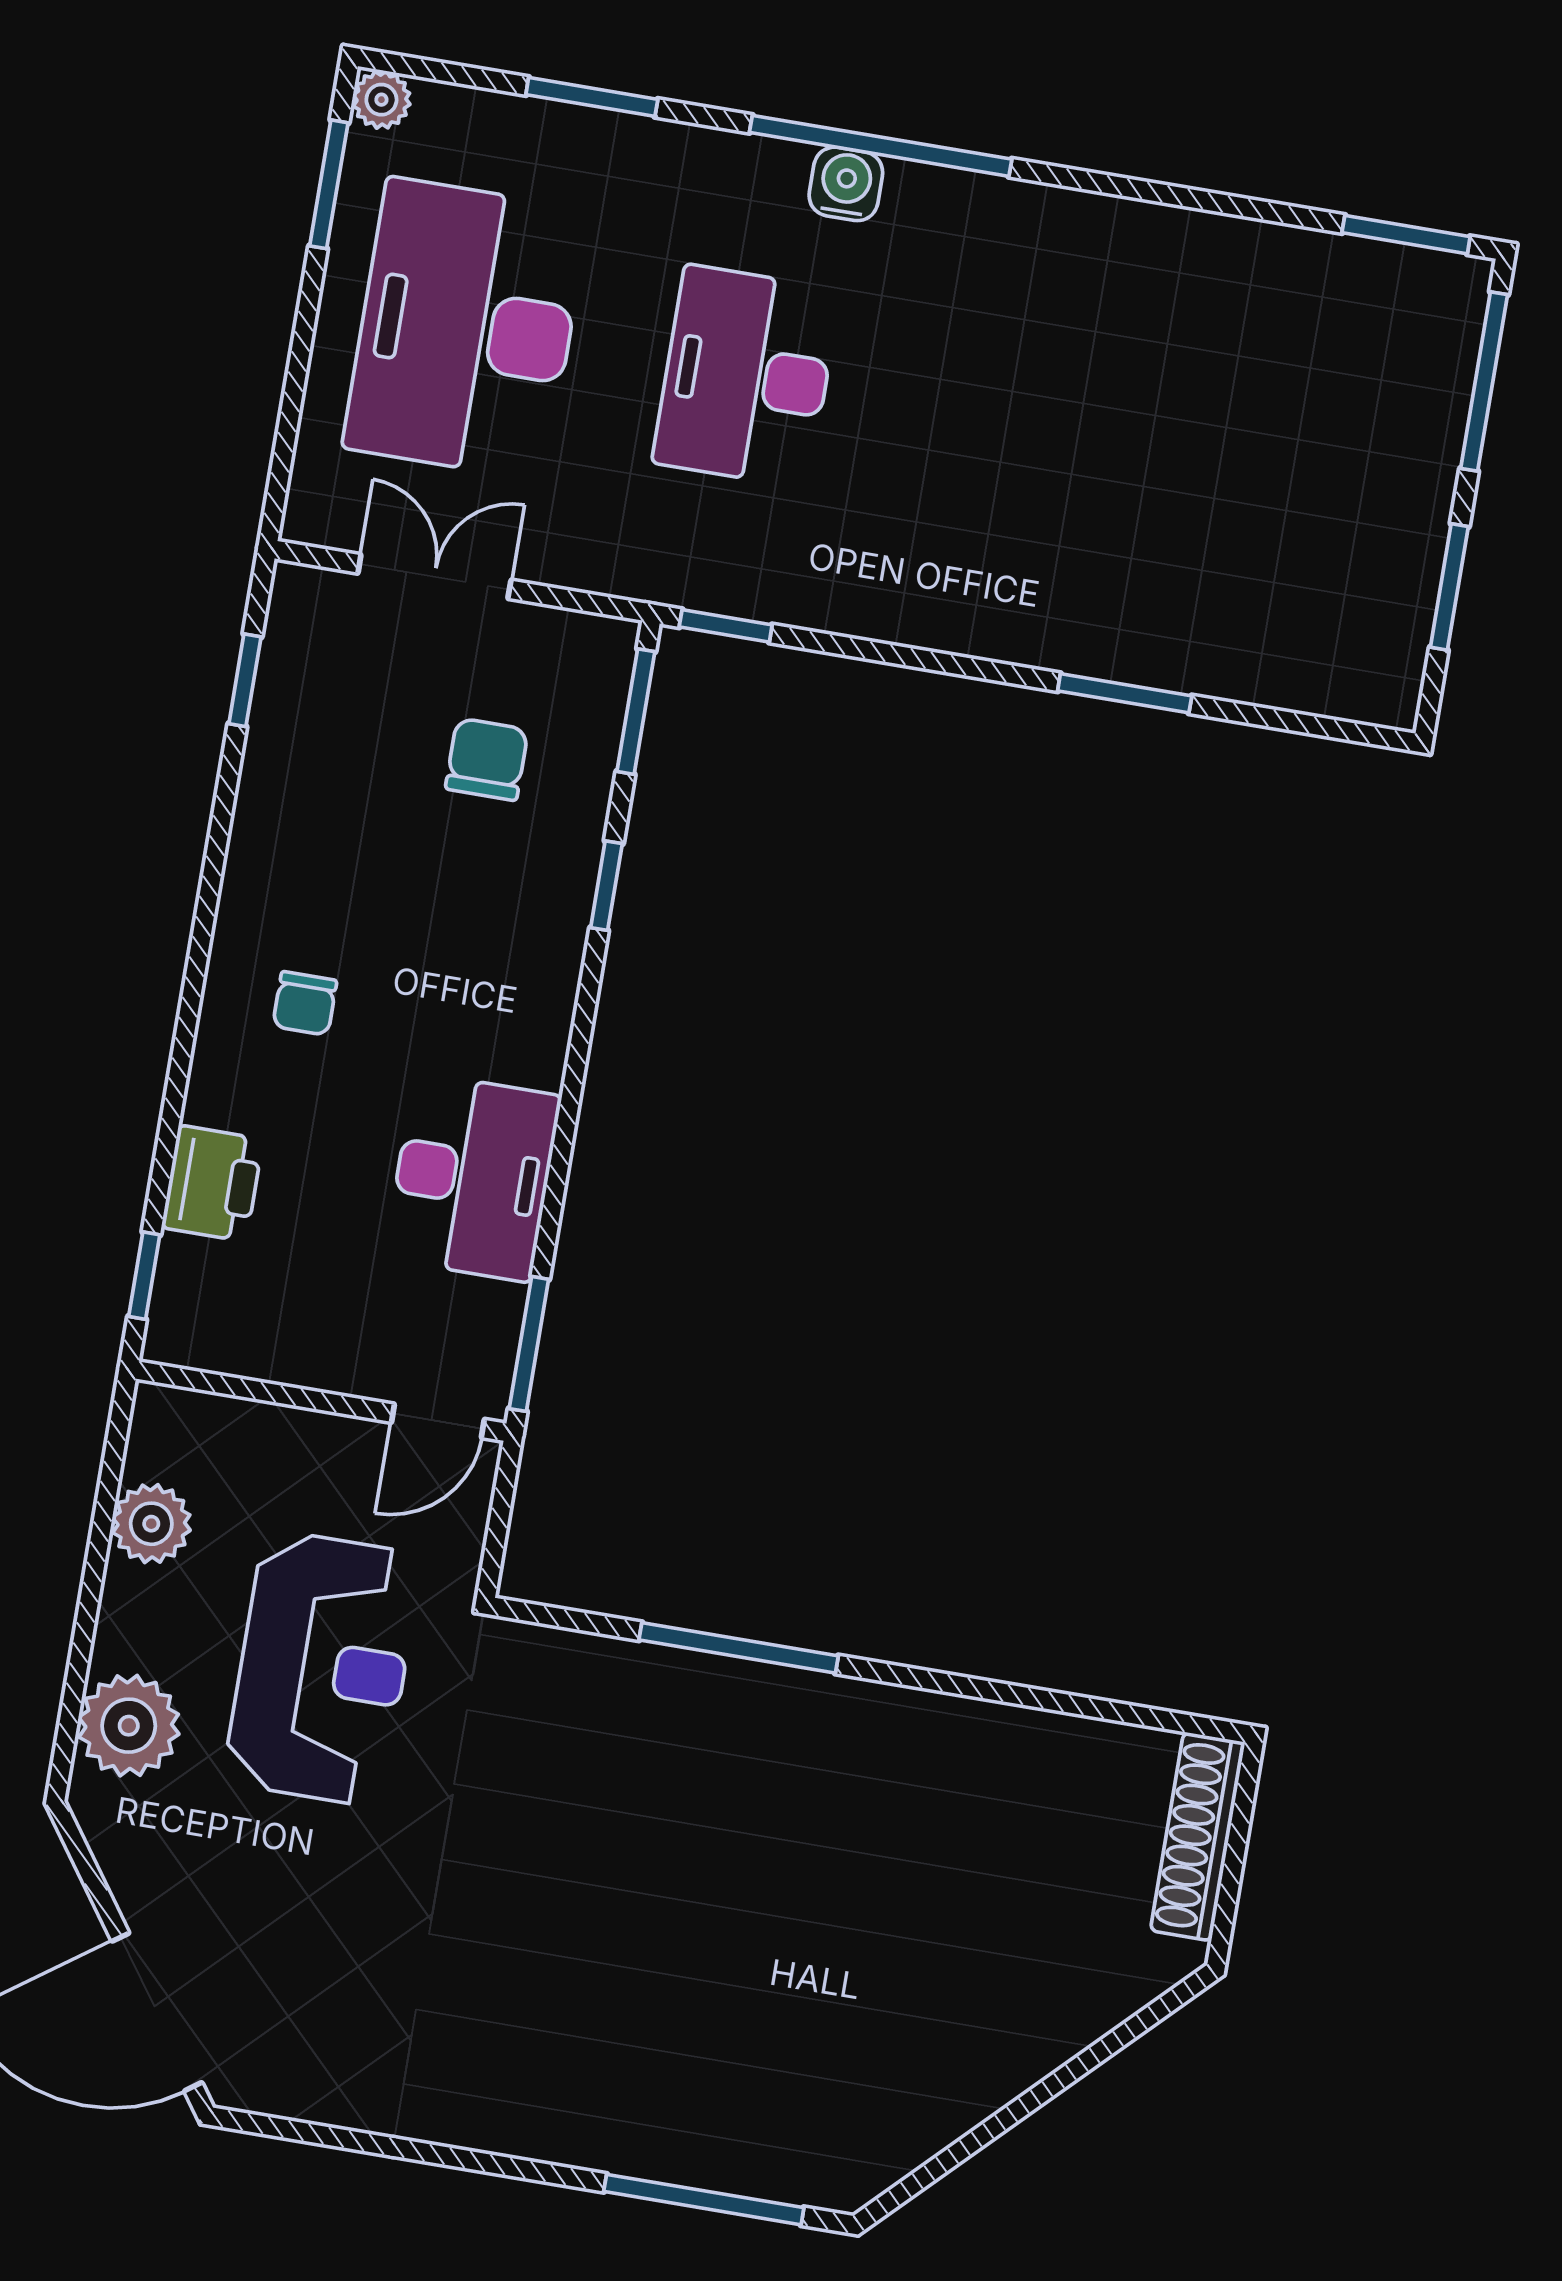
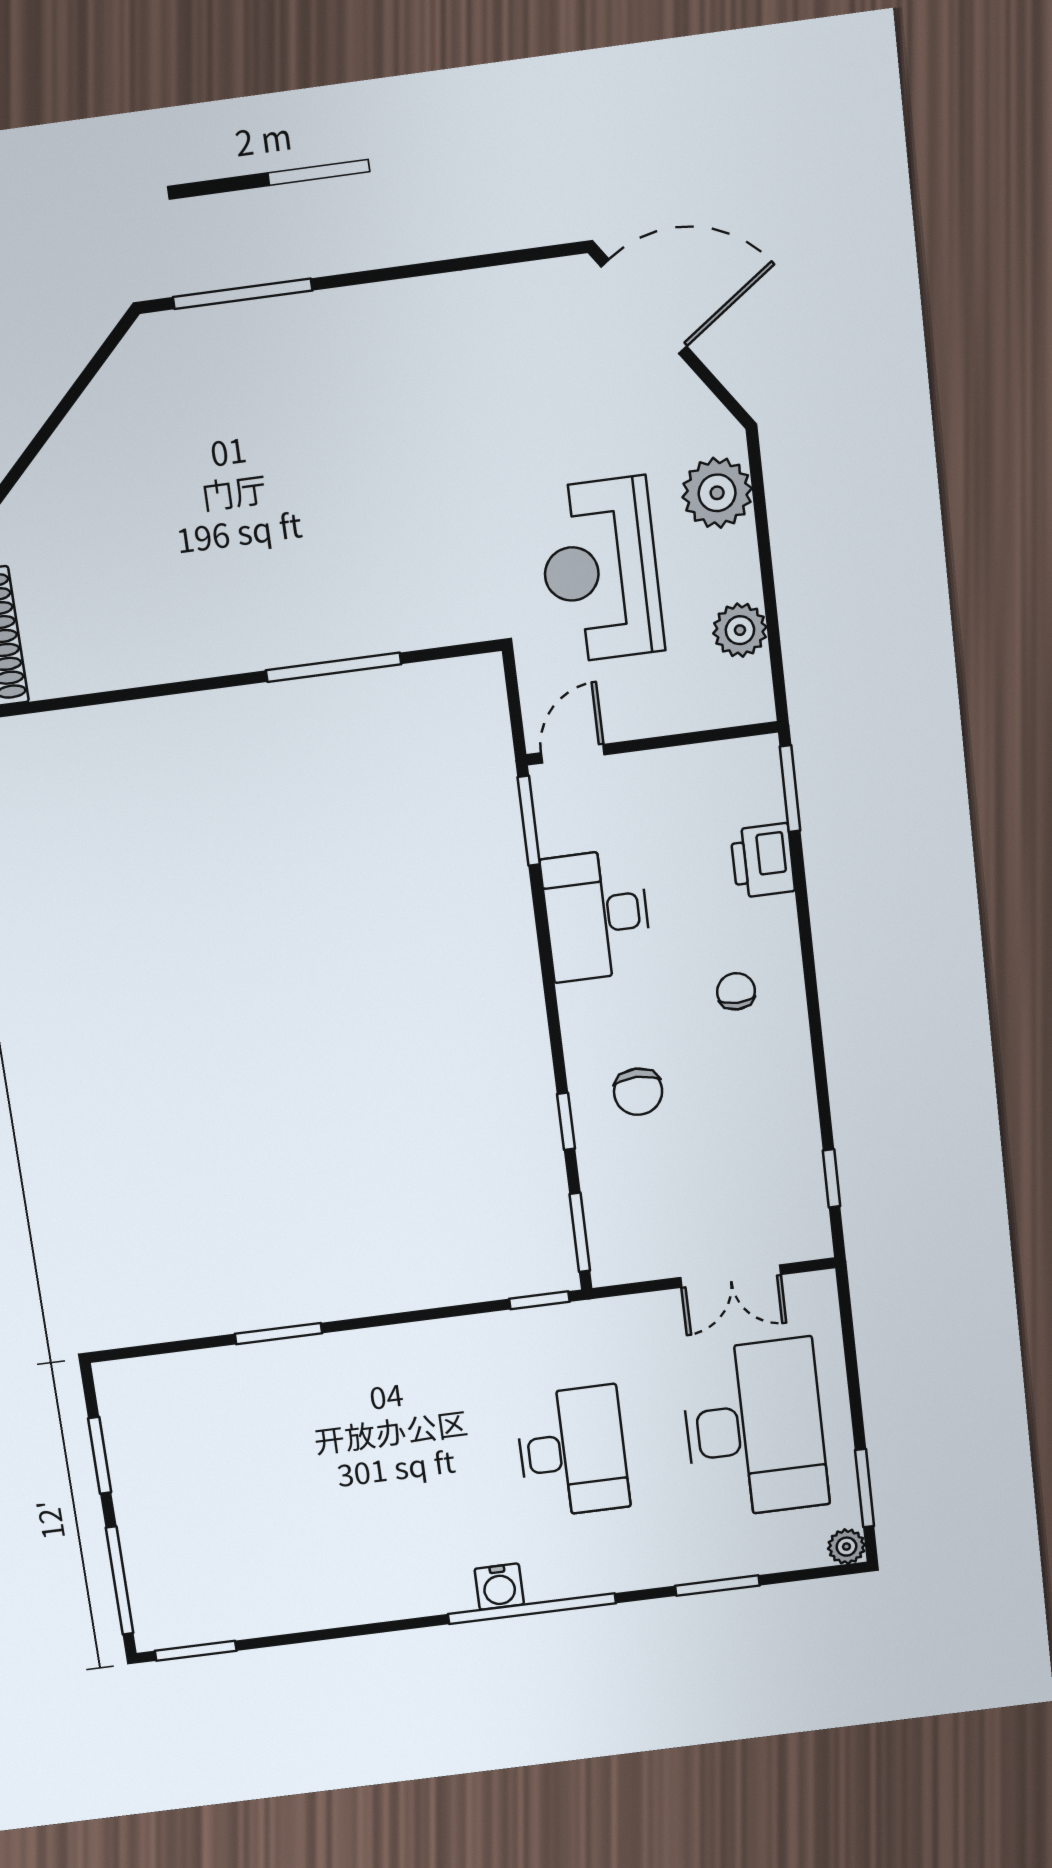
water cooler: (846, 184) -> (499, 1587), moved
chair: (487, 759) -> (638, 1092), moved
window: (144, 1276) -> (790, 789), width x1.50

